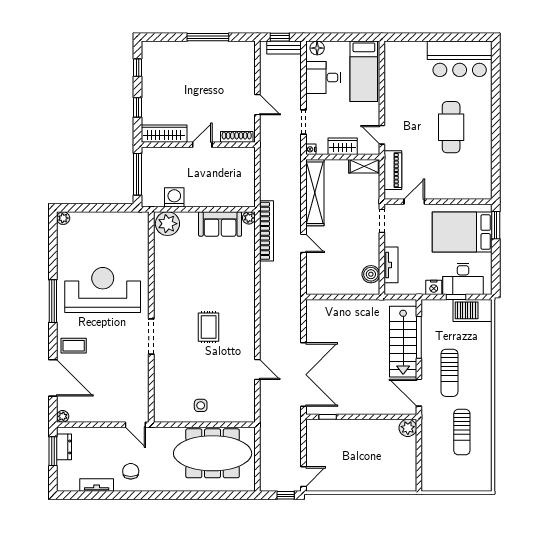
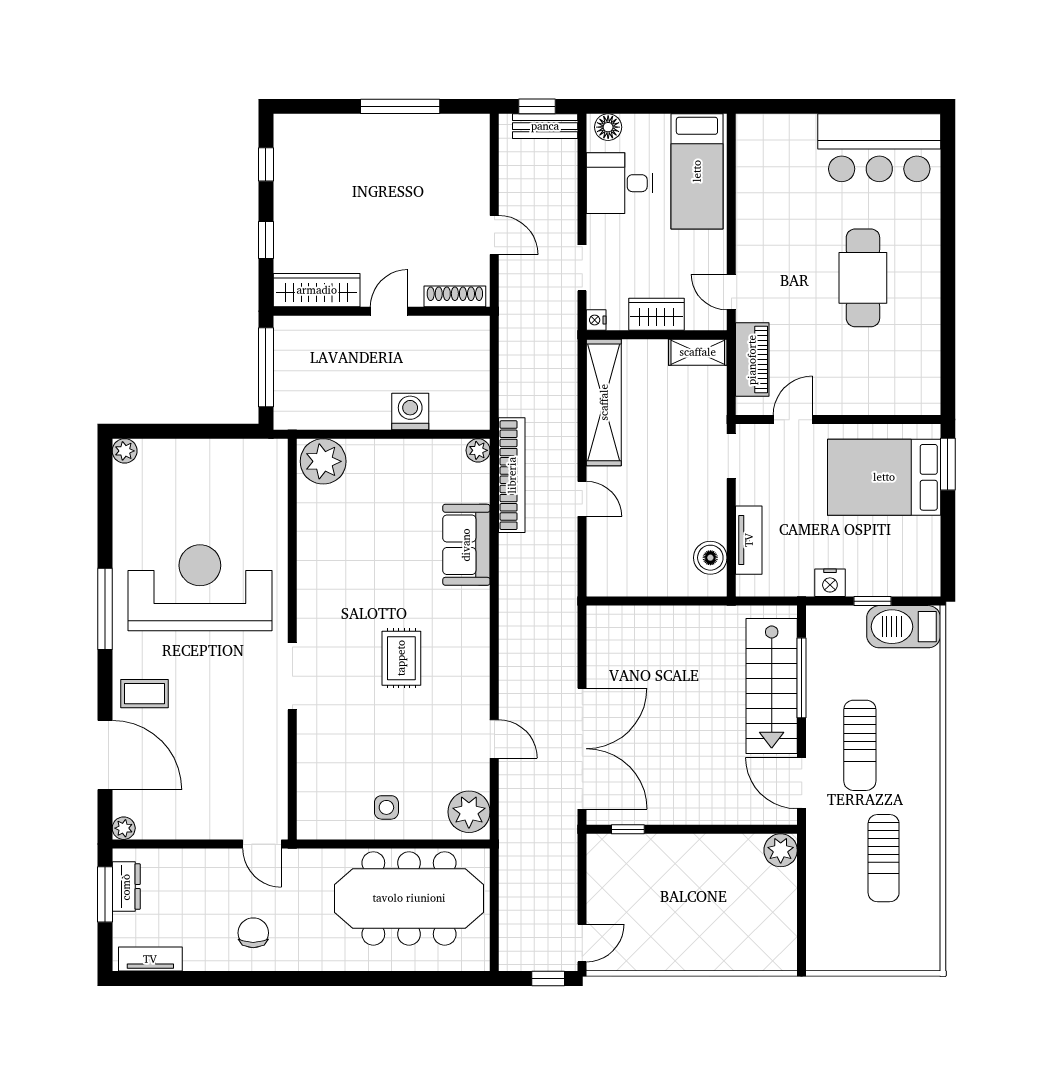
washing machine: (174, 197) -> (410, 411), moved
sofa: (220, 224) -> (466, 545), moved, turned 90
desk: (463, 279) -> (886, 567), removed
plant: (244, 408) -> (469, 812), added
tv unit: (97, 485) -> (150, 959), moved

